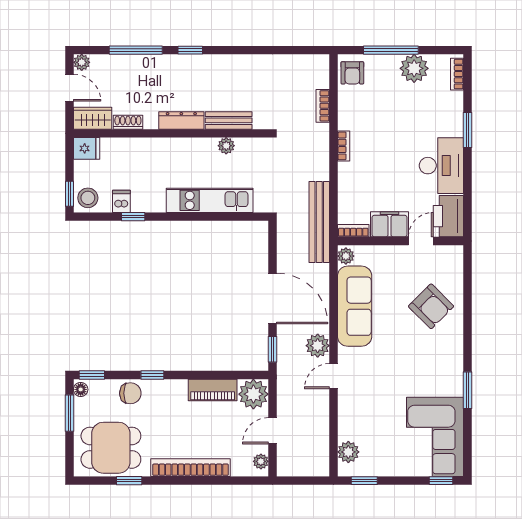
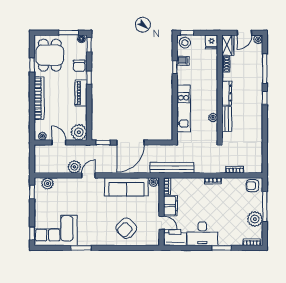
plant: (318, 346) -> (74, 167), moved
door: (333, 376) -> (89, 175), hinge flipped
piano: (213, 390) -> (81, 93), moved

